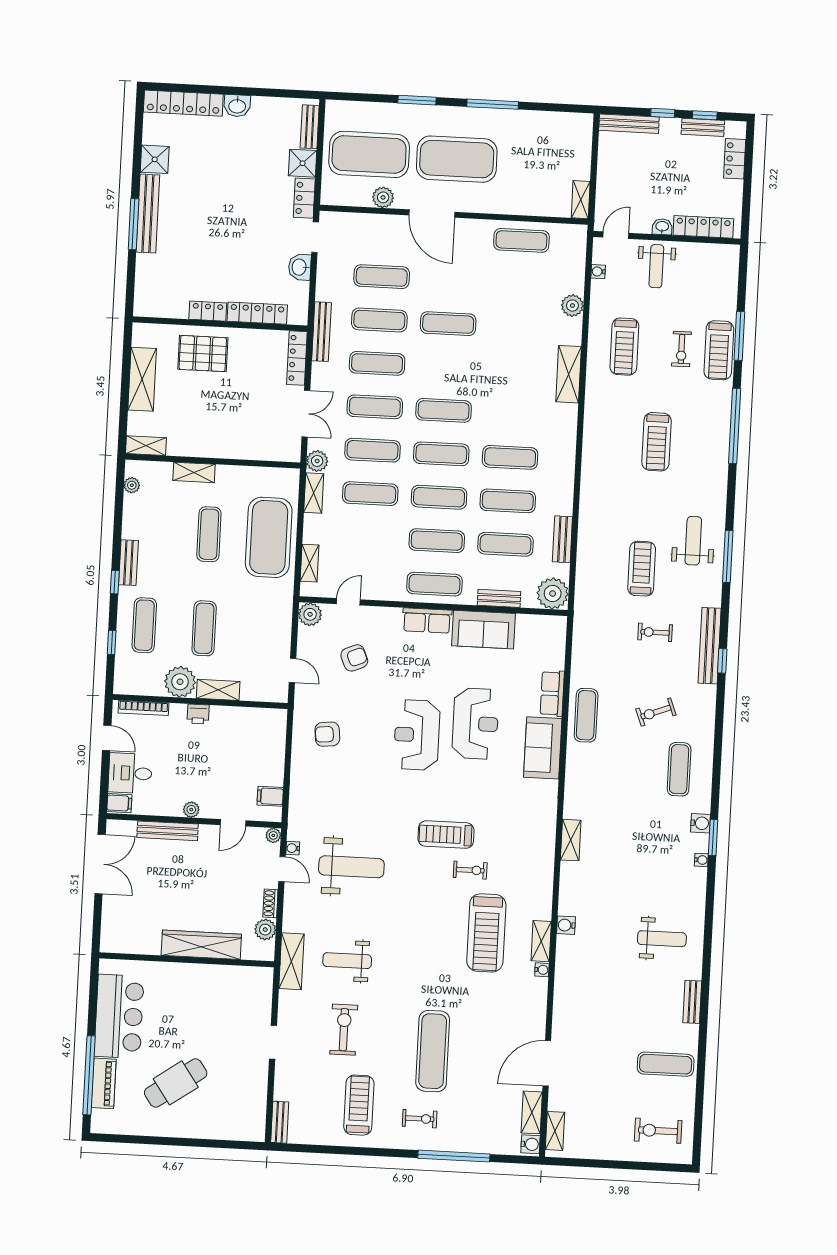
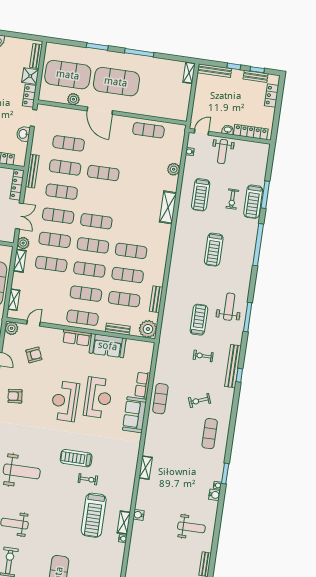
shelving: (581, 200) -> (189, 73), moved
water cooler: (700, 823) -> (214, 495), moved

